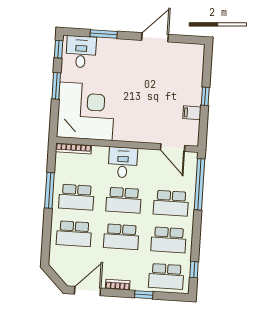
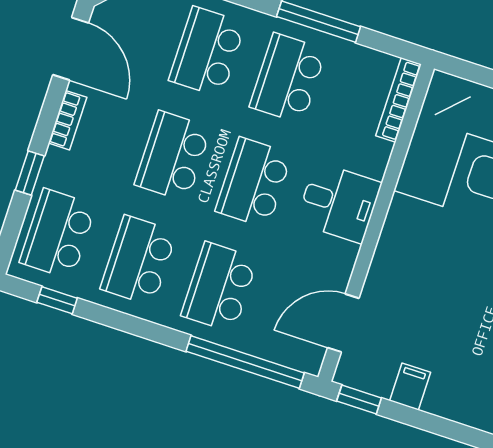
window: (205, 96) -> (359, 400), moved

